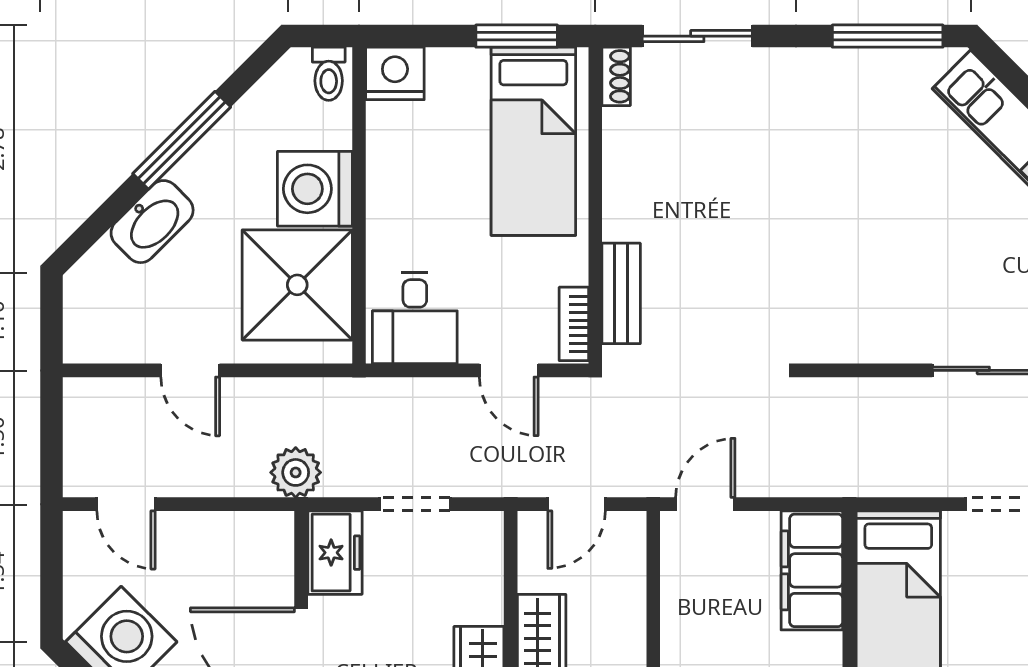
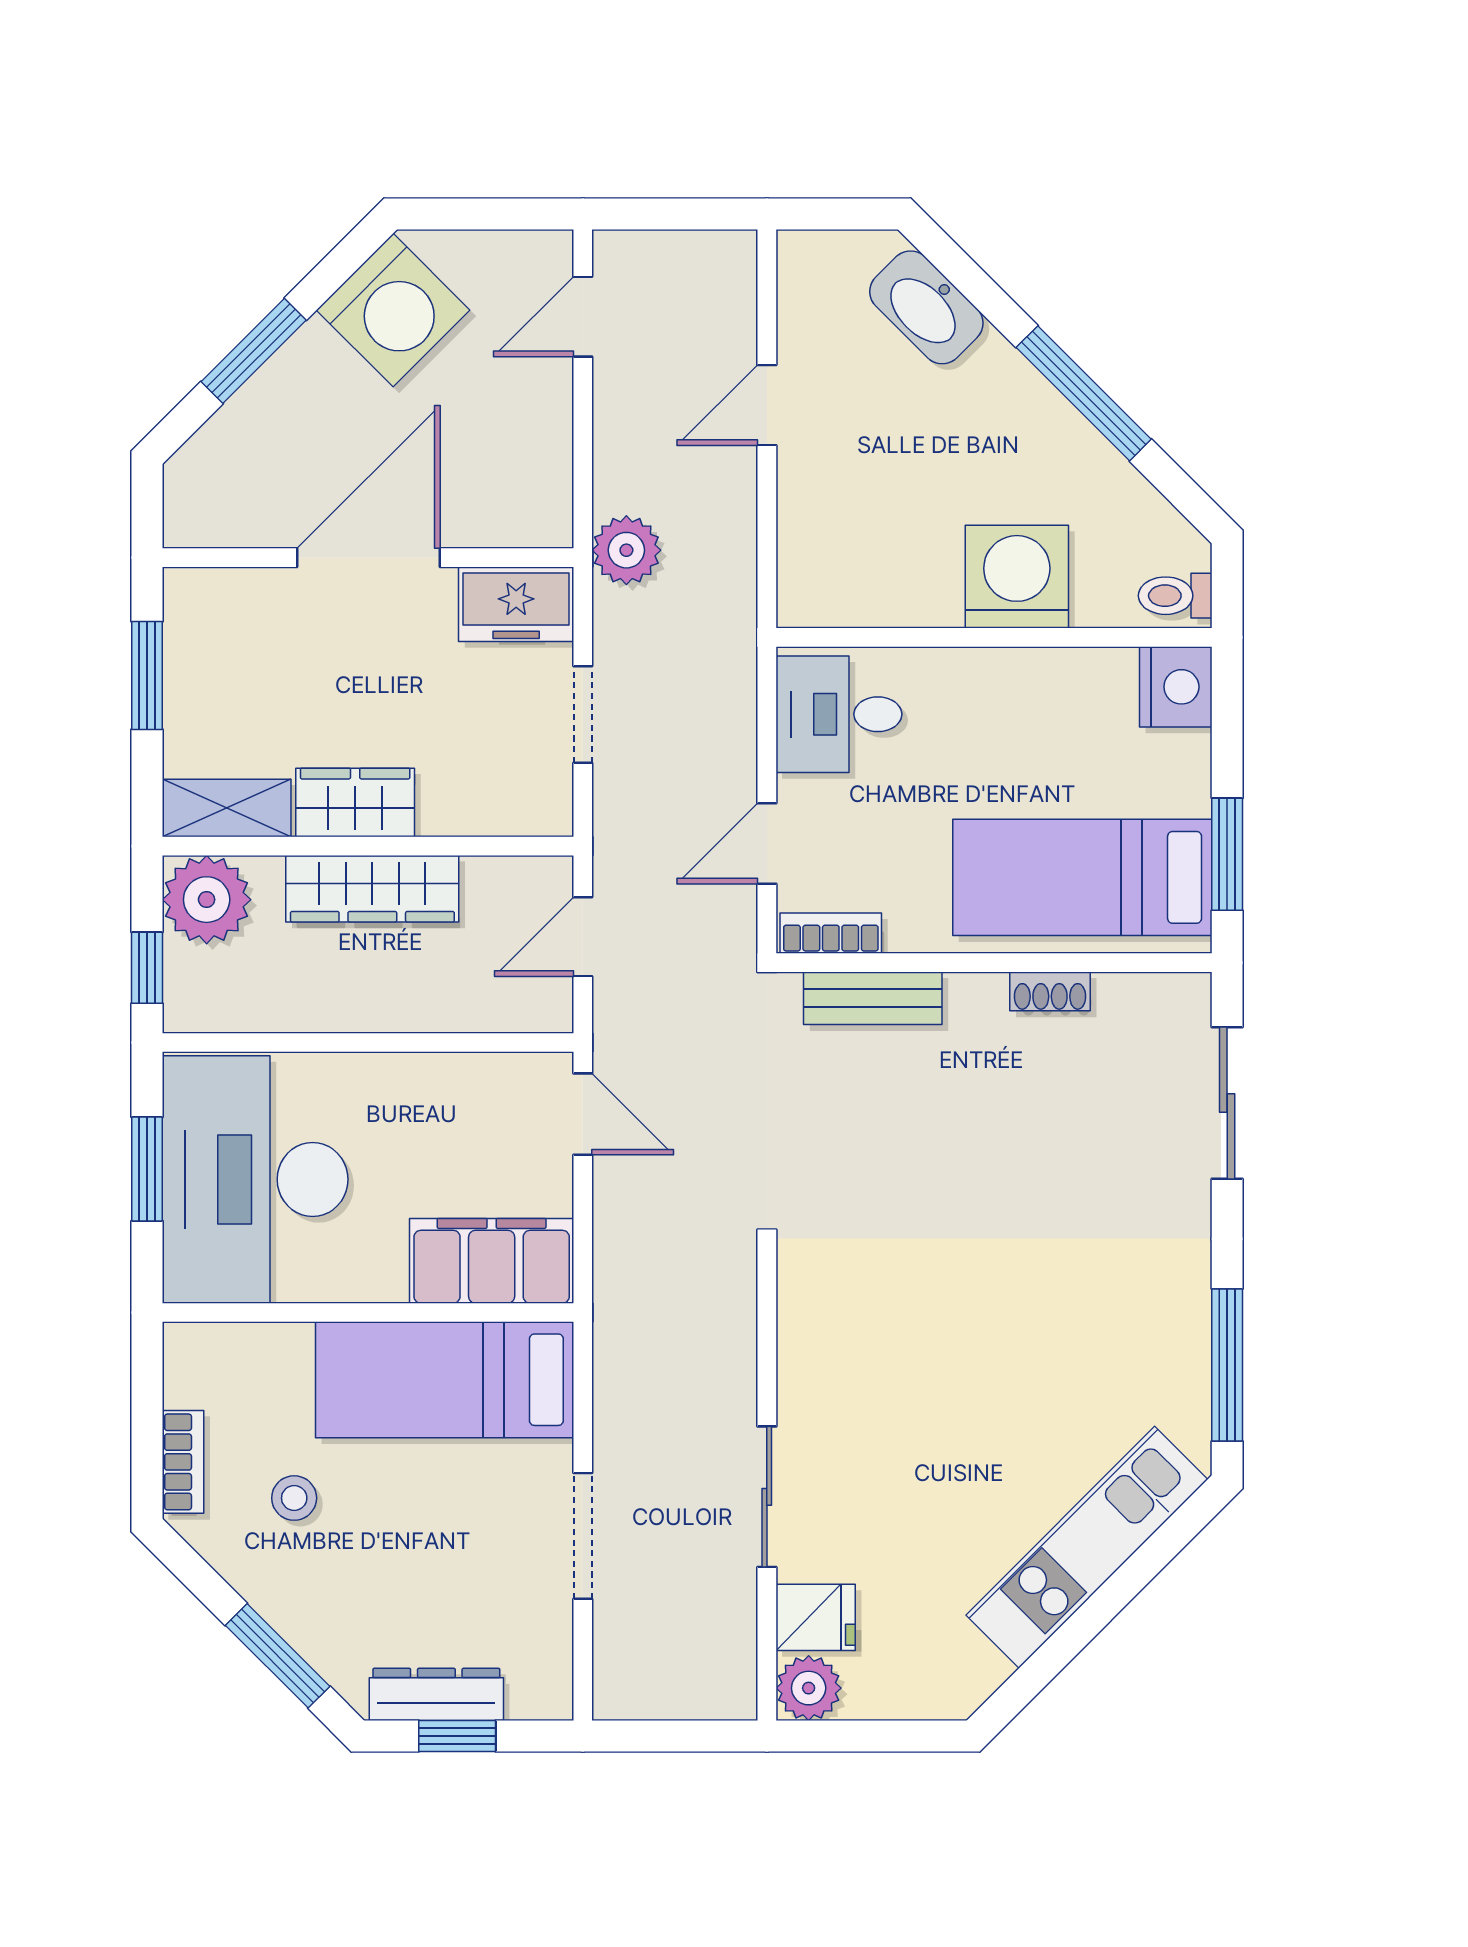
shoe rack: (616, 76) -> (1050, 991), moved
washbasin: (152, 222) -> (926, 307), moved
shower: (297, 285) -> (885, 552), removed
door: (577, 504) -> (583, 937), hinge flipped

